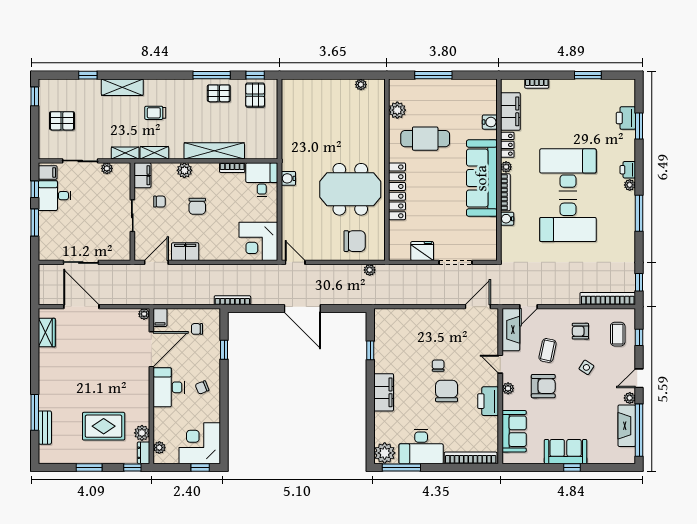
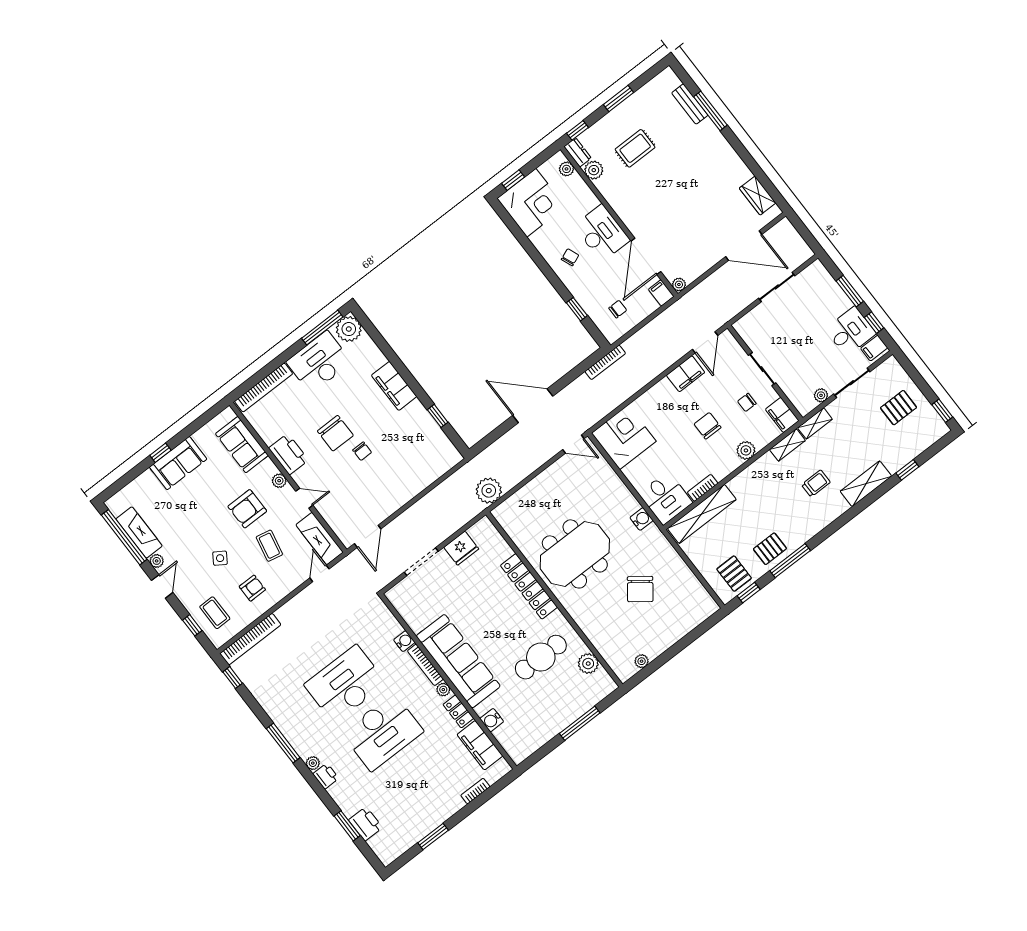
shelving: (214, 151) -> (702, 514), moved
chair: (355, 241) -> (640, 589), moved, turned -53
plant: (370, 270) -> (489, 491), width x1.87, depth x1.87
rug: (104, 426) -> (635, 148), width x0.73, depth x0.70

